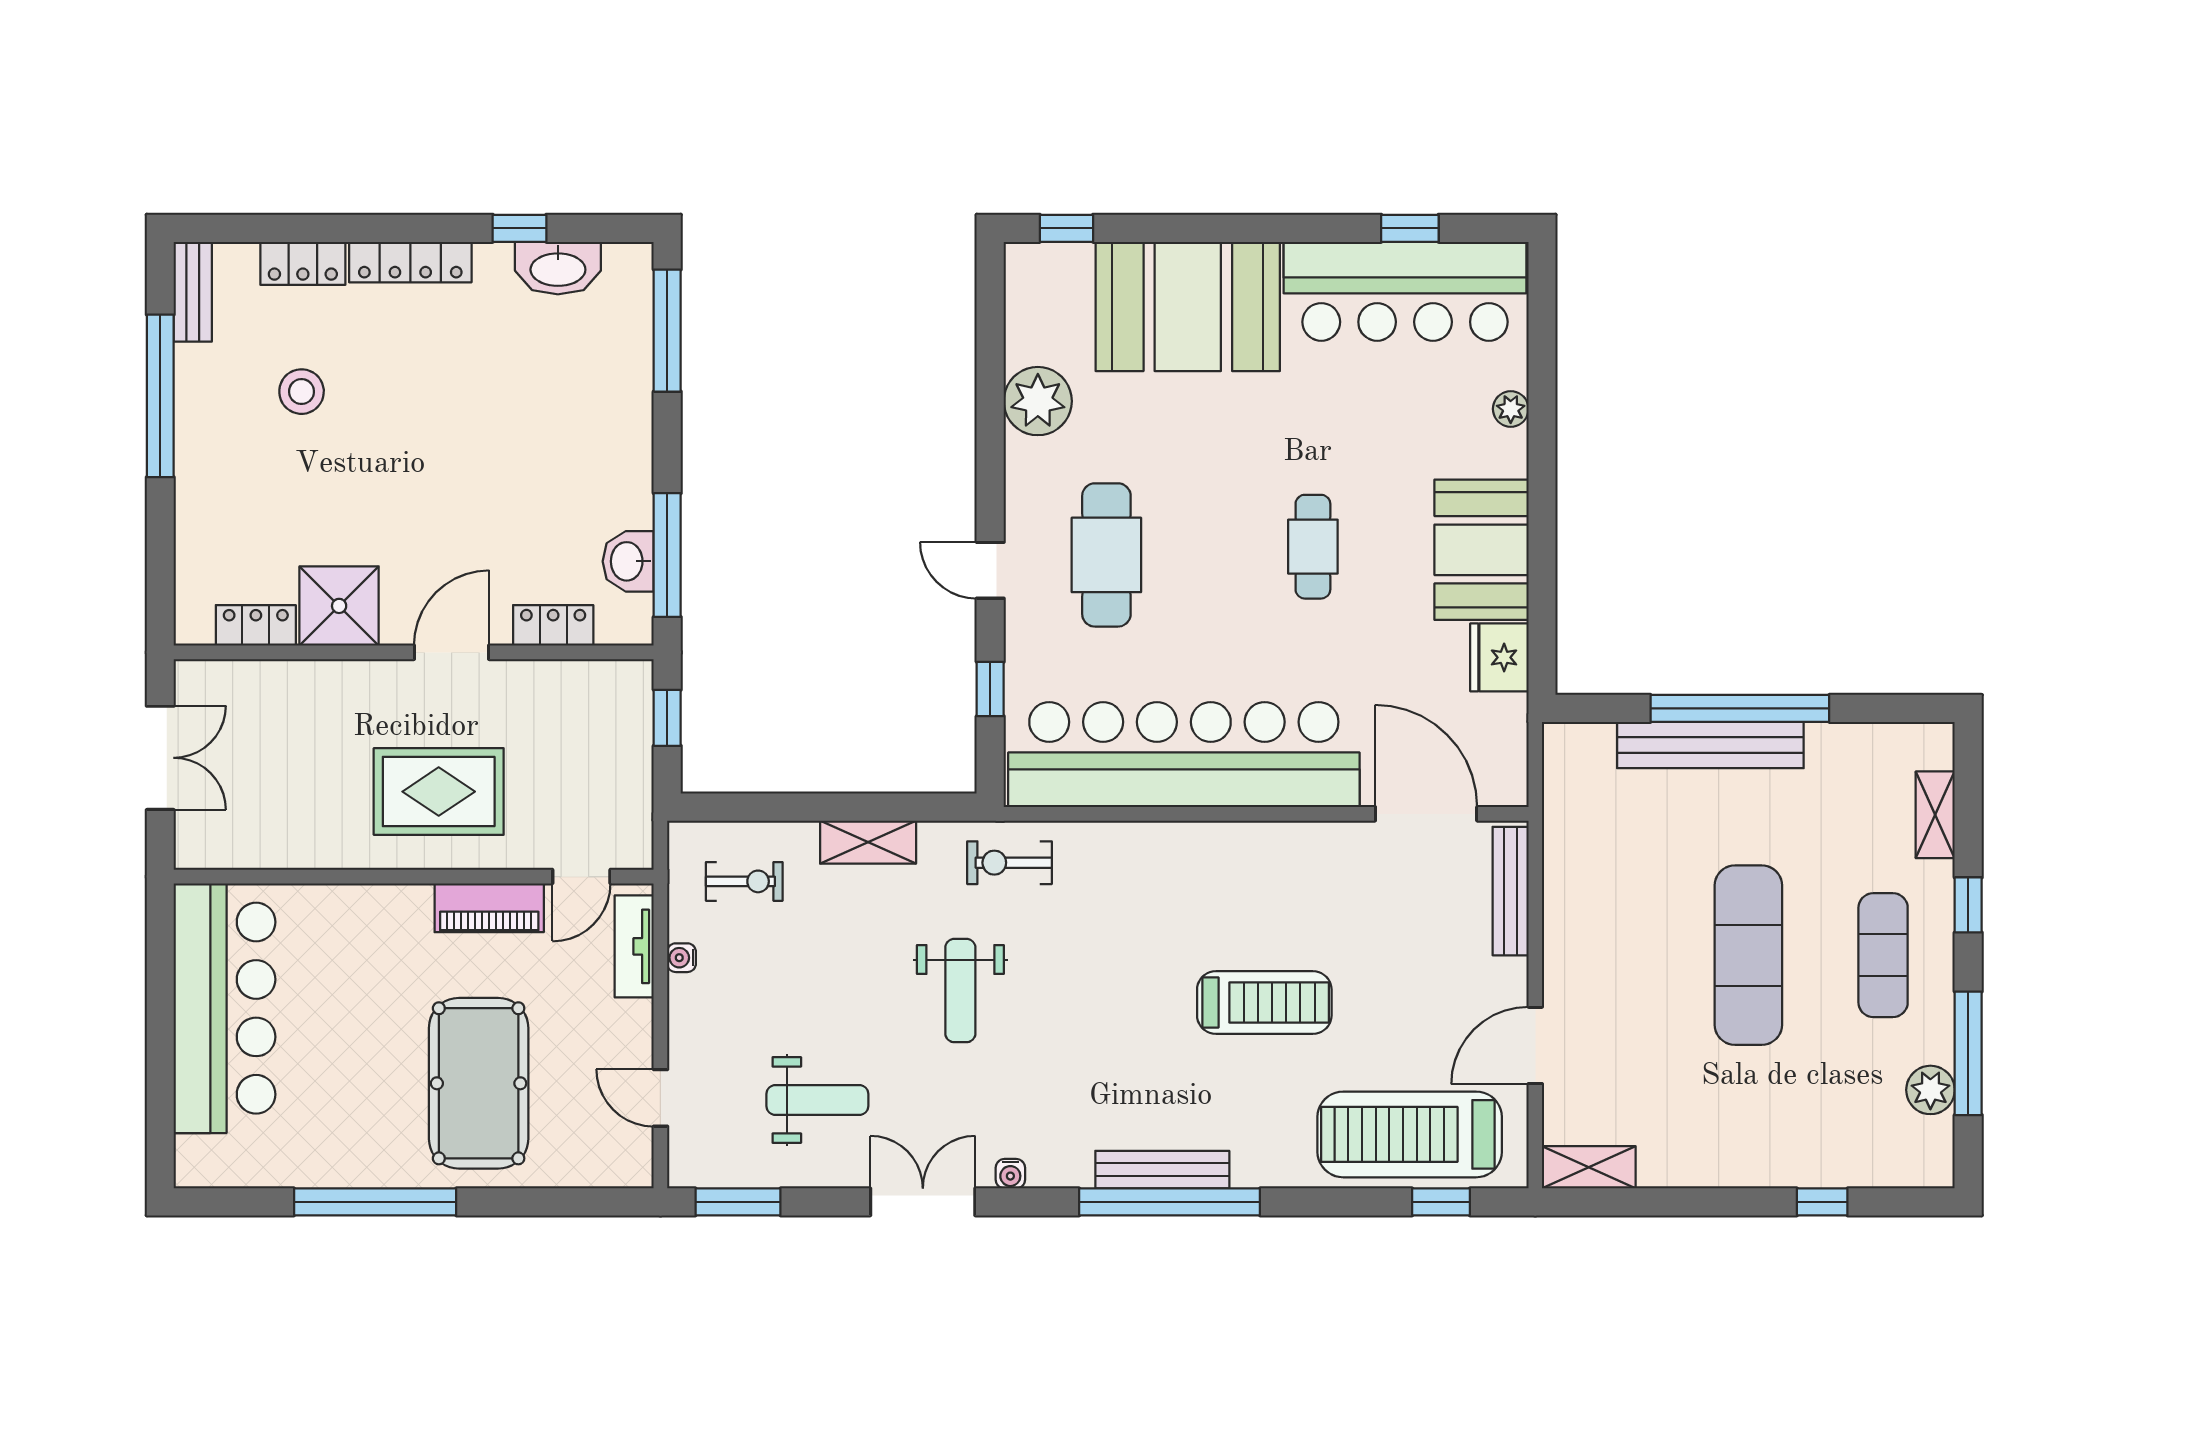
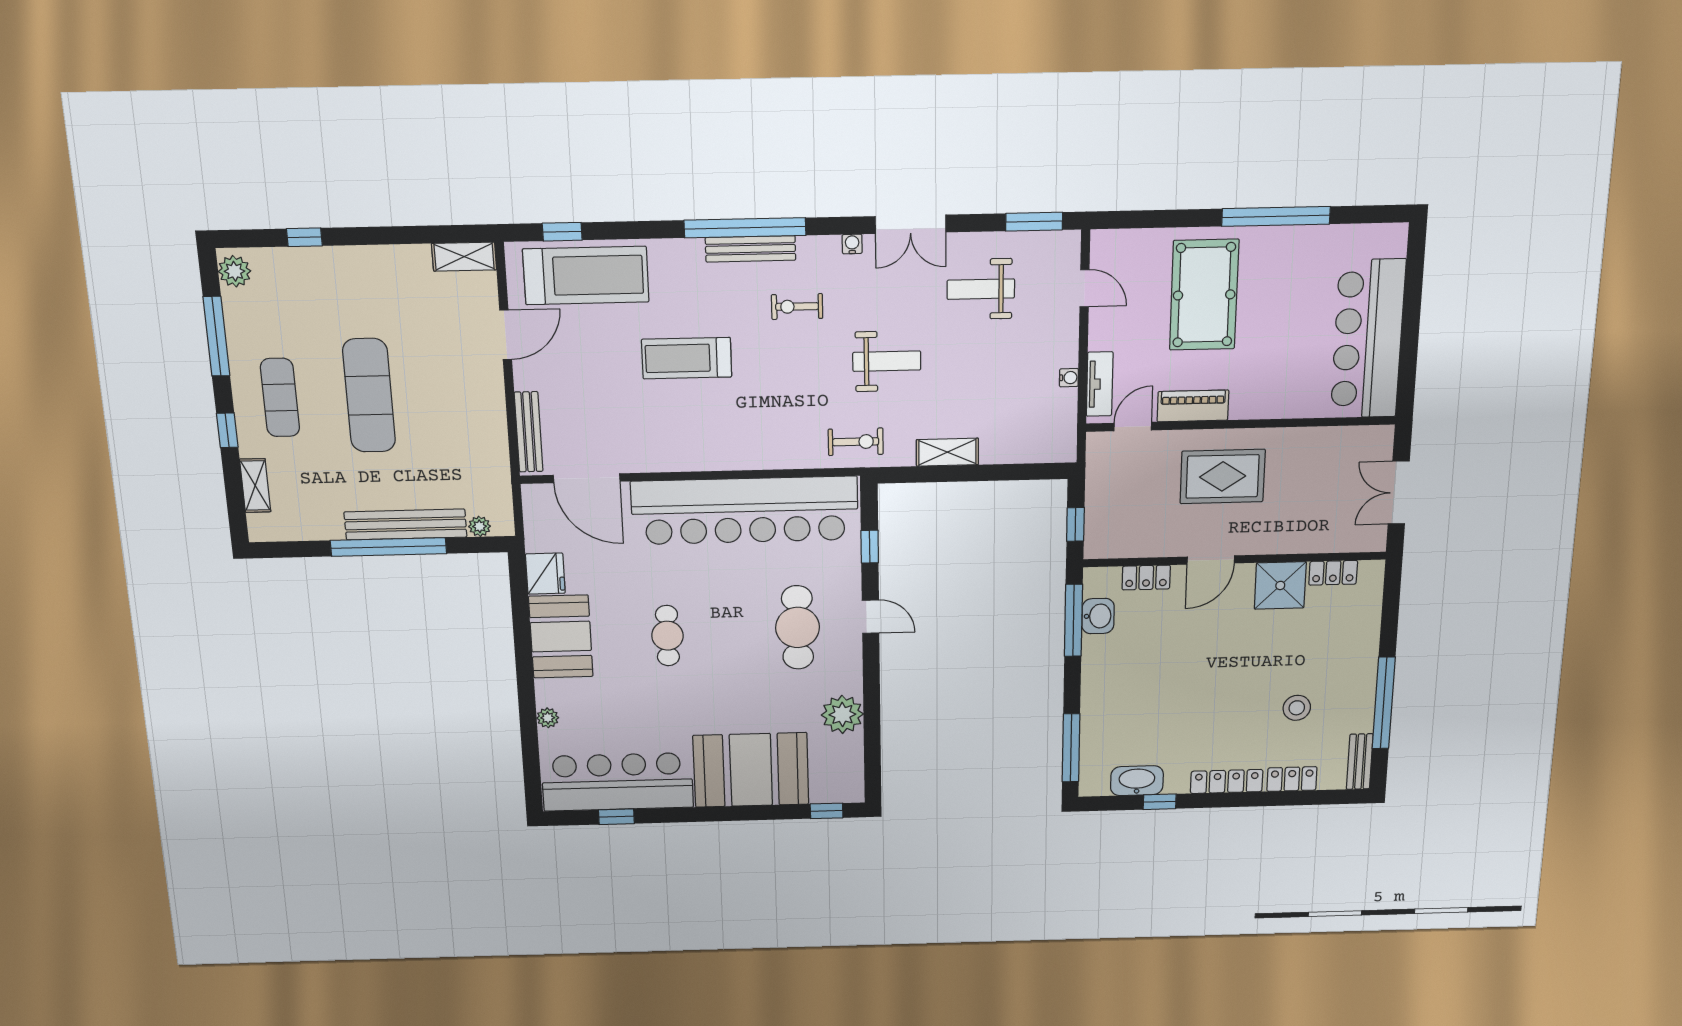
plant: (1596, 739) -> (480, 526), added
exercise bike: (744, 881) -> (797, 307), moved
weight bench: (960, 991) -> (887, 361), turned 90
plant: (1930, 1090) -> (235, 271), moved

